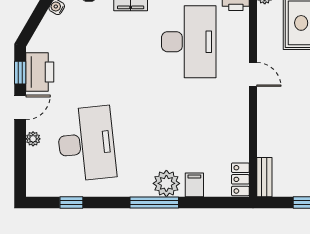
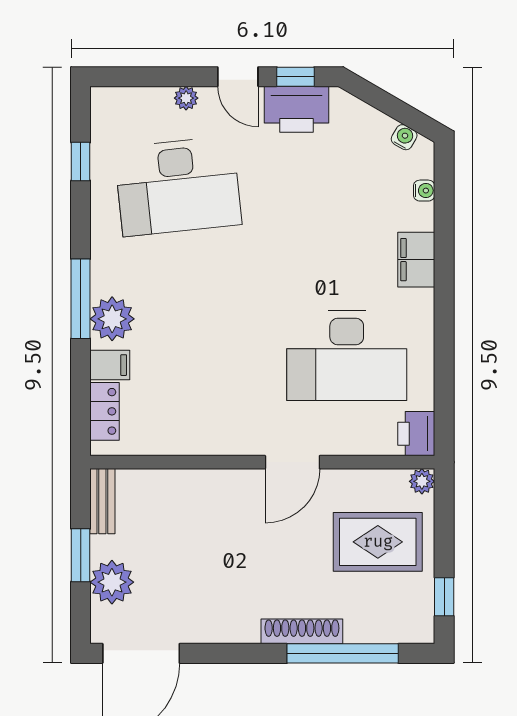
door: (253, 74) -> (292, 462), width x1.38
bench: (264, 177) -> (102, 501), moved, turned 90
locker: (240, 179) -> (105, 411), moved, turned 90

